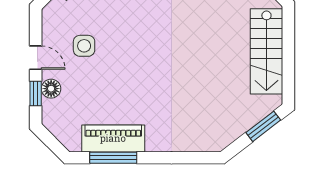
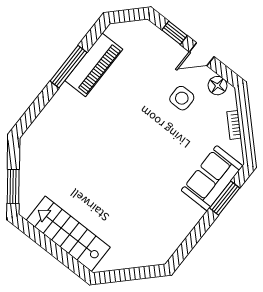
floor lamp: (51, 89) -> (218, 86), moved
window: (113, 158) -> (69, 67), moved

